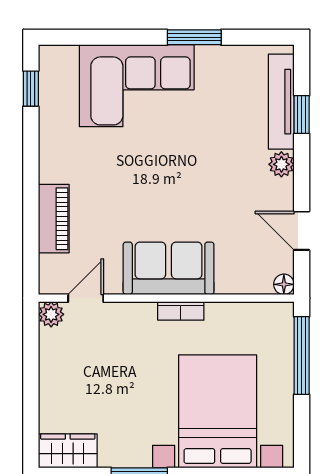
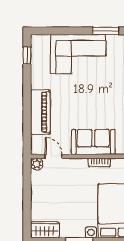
piano: (54, 219) -> (40, 112), width x1.37, depth x1.33
door: (86, 298) -> (53, 156), hinge flipped

